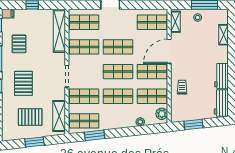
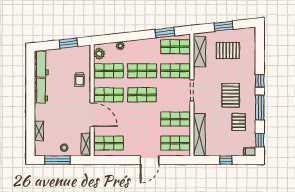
shop shelf: (118, 47) -> (142, 119), removed
door: (169, 51) -> (92, 115), hinge flipped
pallet: (23, 83) -> (231, 95), moved

